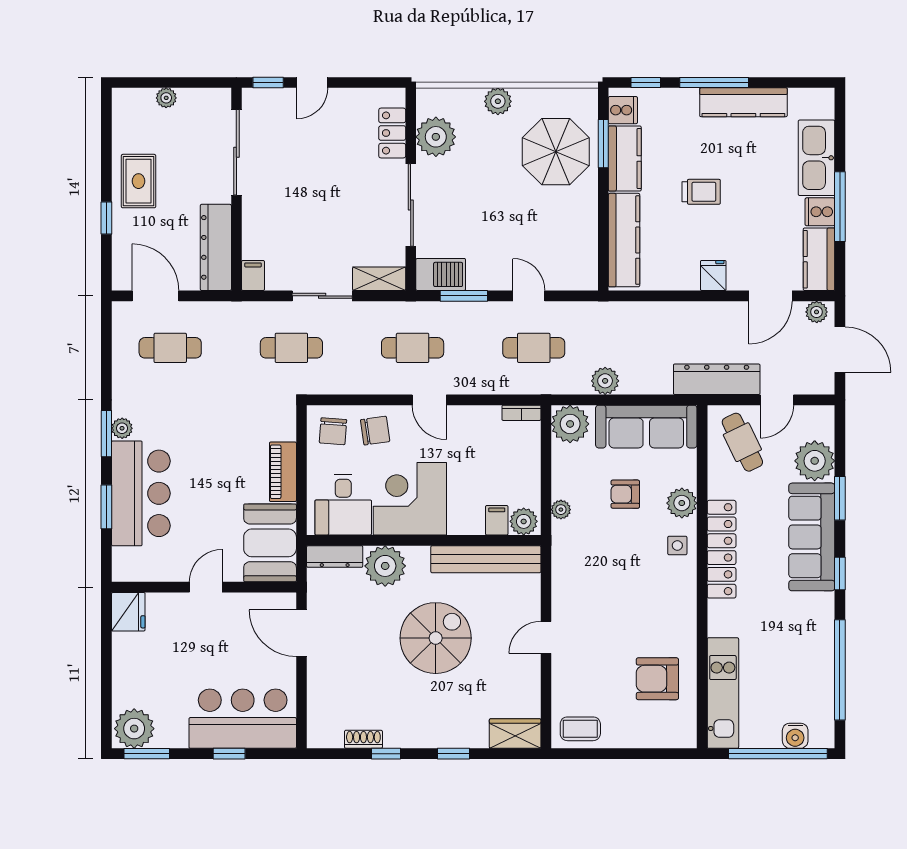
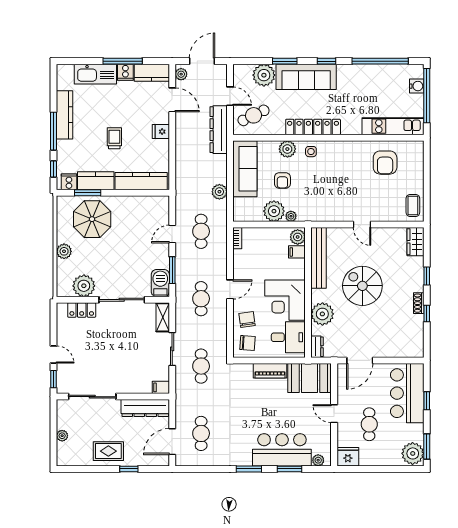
plant: (570, 424) -> (274, 211), moved
plant: (122, 428) -> (318, 460), moved
dresser: (335, 556) -> (317, 347), width x0.70
cafe table: (187, 650) -> (369, 424), added
shoe rack: (363, 739) -> (419, 303), moved

